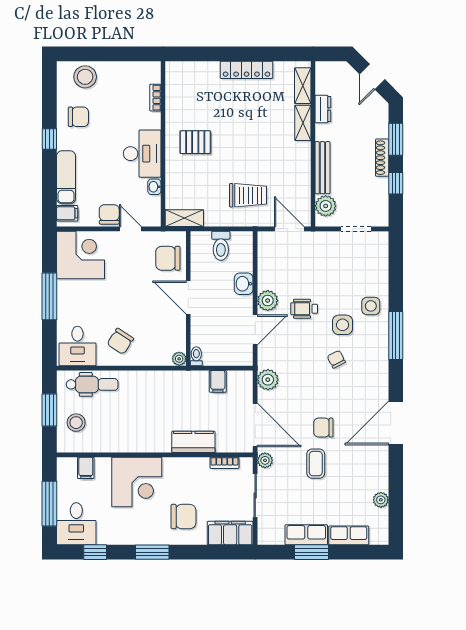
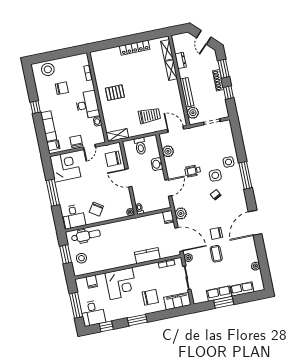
chair: (78, 117) -> (62, 88), moved
door: (130, 229) -> (89, 147), swing flipped
plant: (268, 301) -> (168, 151), moved
filing cabinet: (218, 381) -> (168, 217), moved

